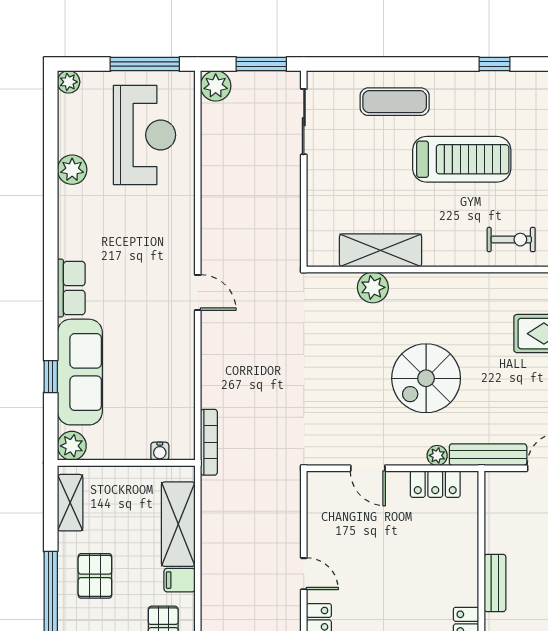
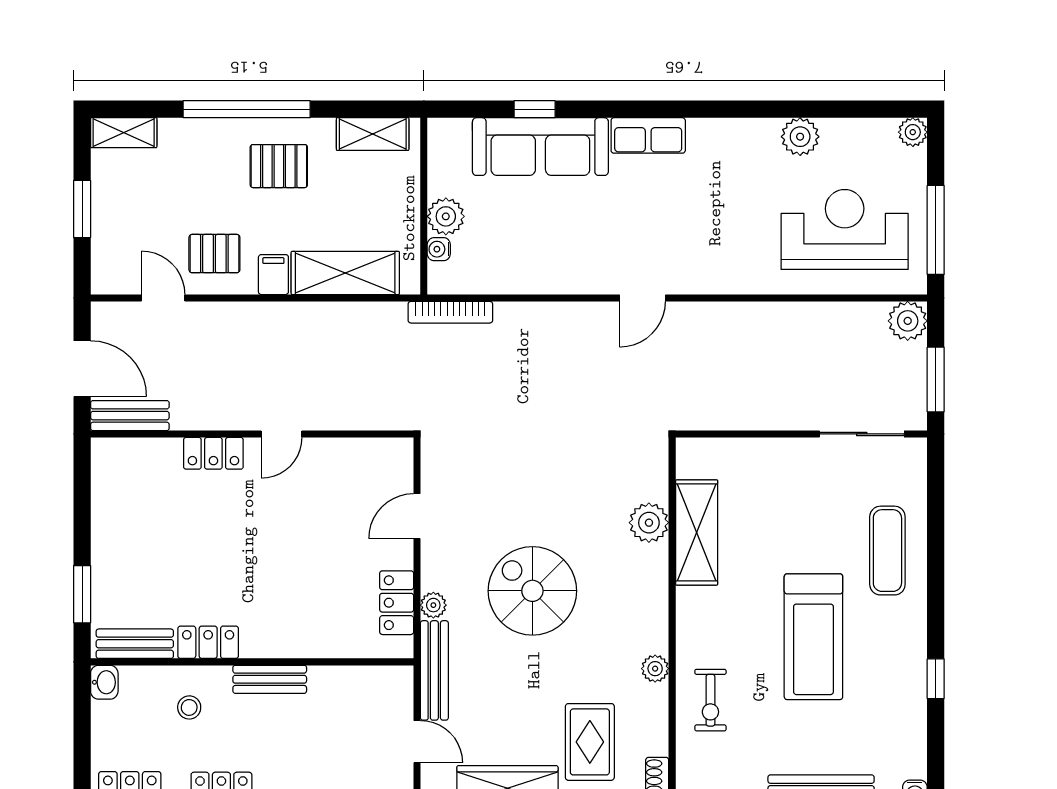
reception desk: (144, 135) -> (845, 229), turned 180
plant: (487, 283) -> (655, 669), added
plant: (72, 446) -> (446, 216), moved

